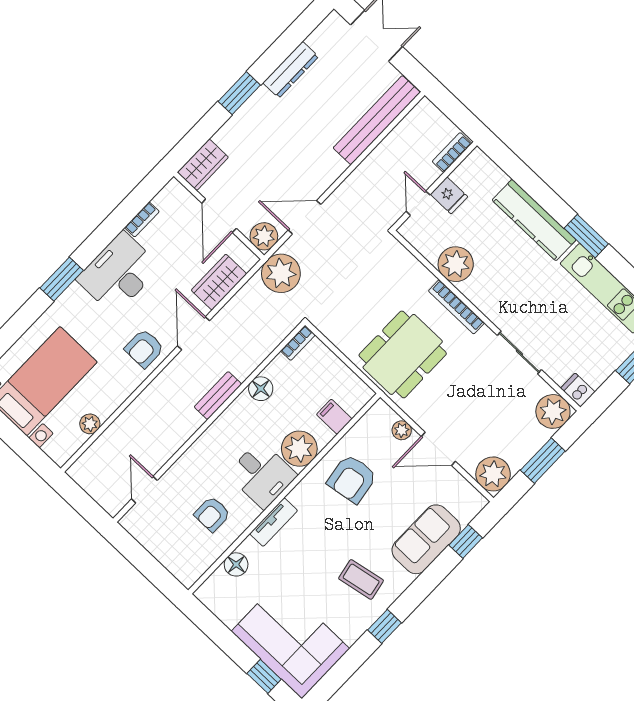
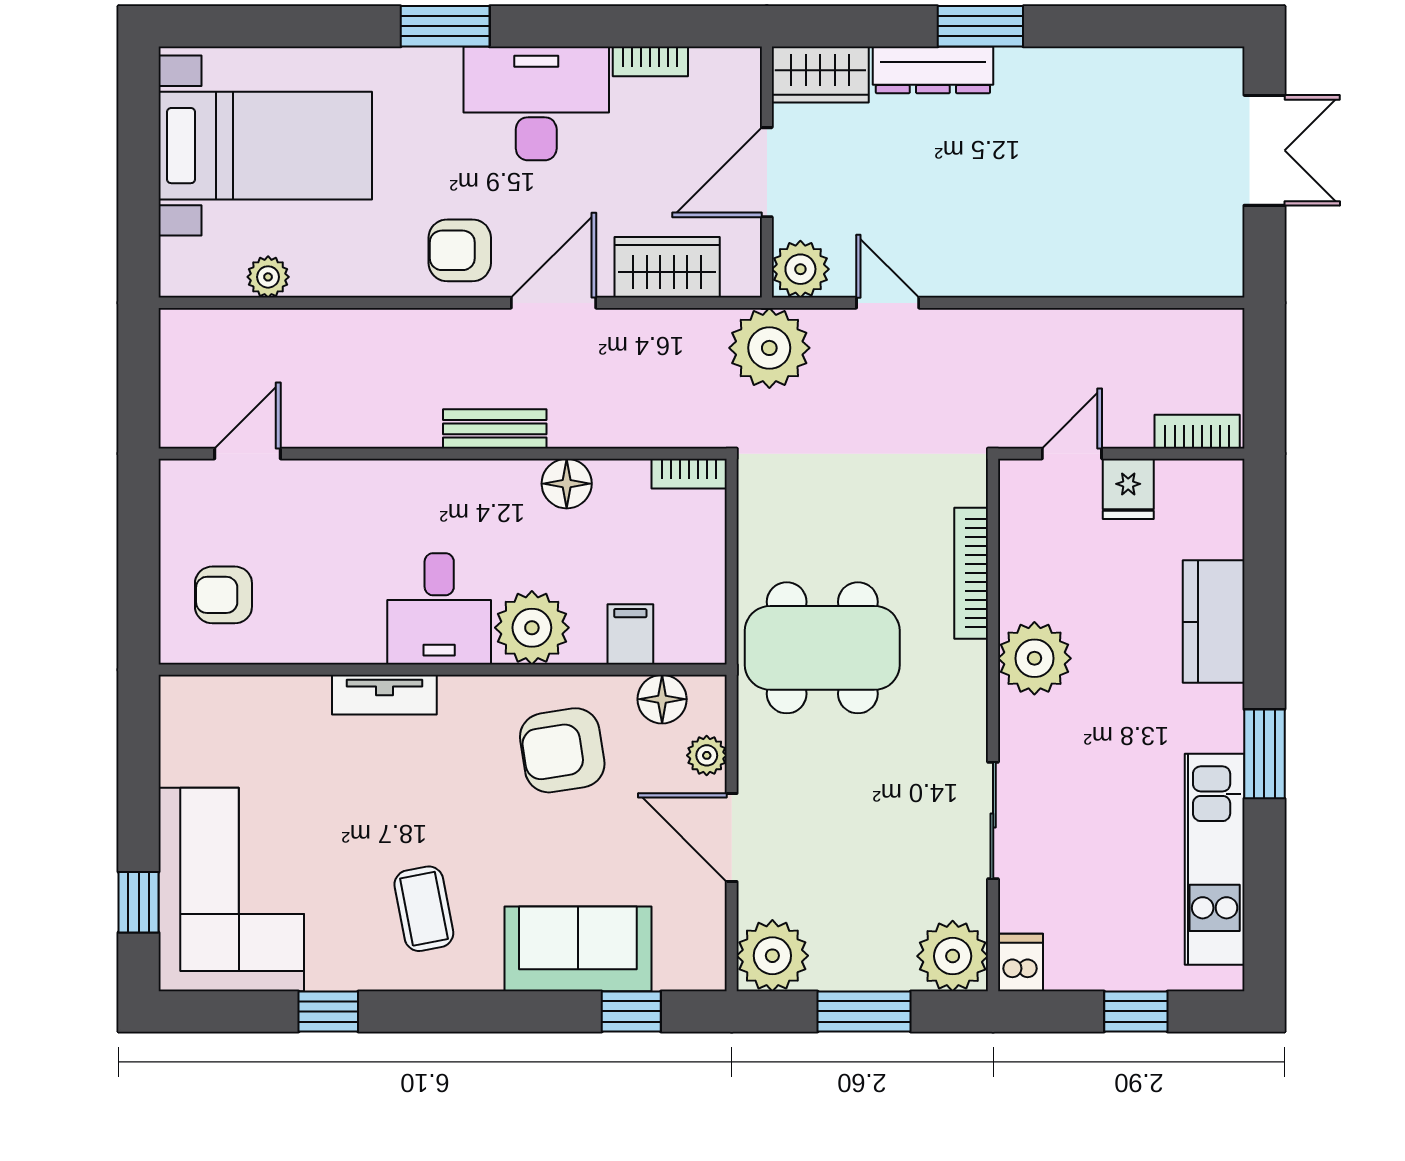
dresser: (291, 70) -> (933, 70), moved
bench: (377, 120) -> (1137, 272), removed
door: (304, 217) -> (888, 303), width x0.73
kitchen counter: (534, 220) -> (1214, 622), width x0.67
plant: (456, 264) -> (1034, 658), moved
bookcase: (456, 307) -> (971, 573), moved
armchair: (212, 514) -> (223, 595), moved
floor lamp: (236, 564) -> (662, 699), moved
window: (385, 626) -> (328, 1011), moved

